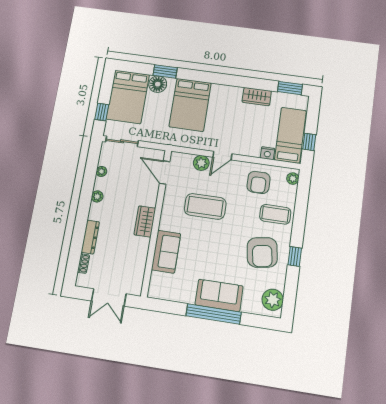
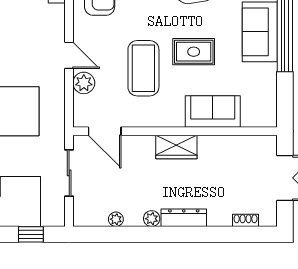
sliding door: (122, 141) -> (69, 173), moved
door: (165, 173) -> (105, 131), hinge flipped
dresser: (90, 237) -> (184, 218), moved
rug: (212, 244) -> (194, 52), added

